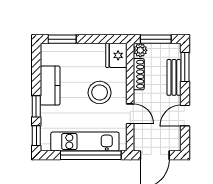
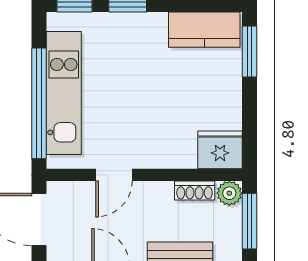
shoe rack: (139, 74) -> (195, 190), width x0.70
kitchen counter: (50, 85) -> (204, 30), moved
stool: (100, 92) -> (153, 119), removed

